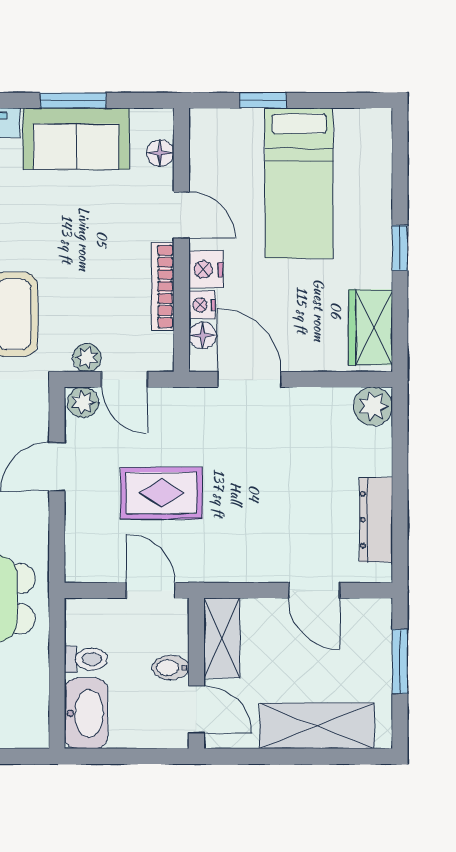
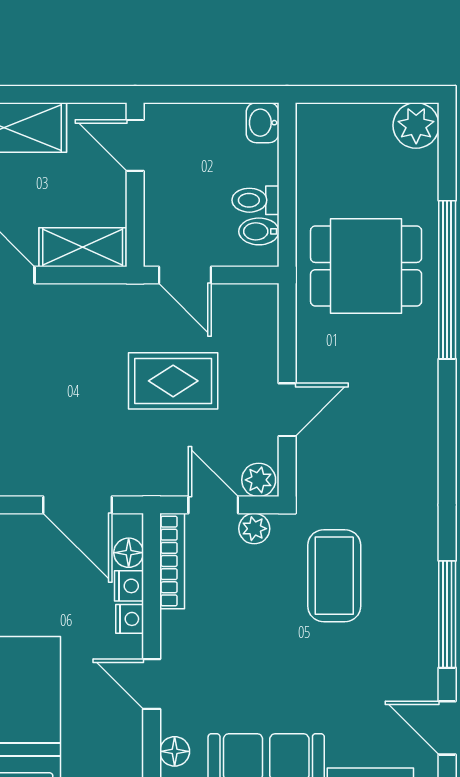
nightstand: (206, 269) -> (130, 619), width x0.72, depth x0.74
bookcase: (163, 286) -> (172, 561), moved
shelving: (222, 638) -> (83, 247), moved, turned 90
bidet: (171, 668) -> (259, 231), moved, turned 180
washbasin: (86, 713) -> (263, 123), width x0.52, depth x0.69

